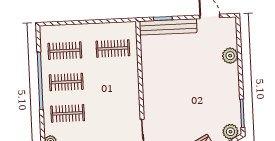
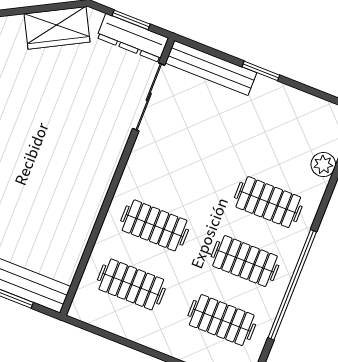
clothes rail: (114, 80) -> (155, 225), added

